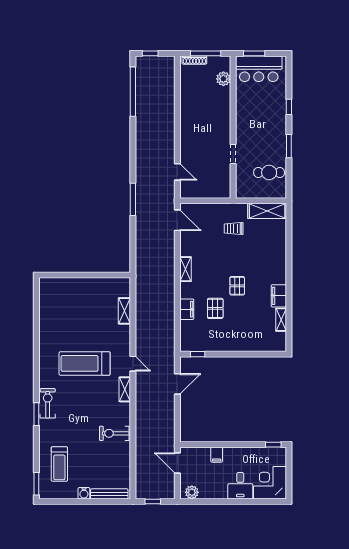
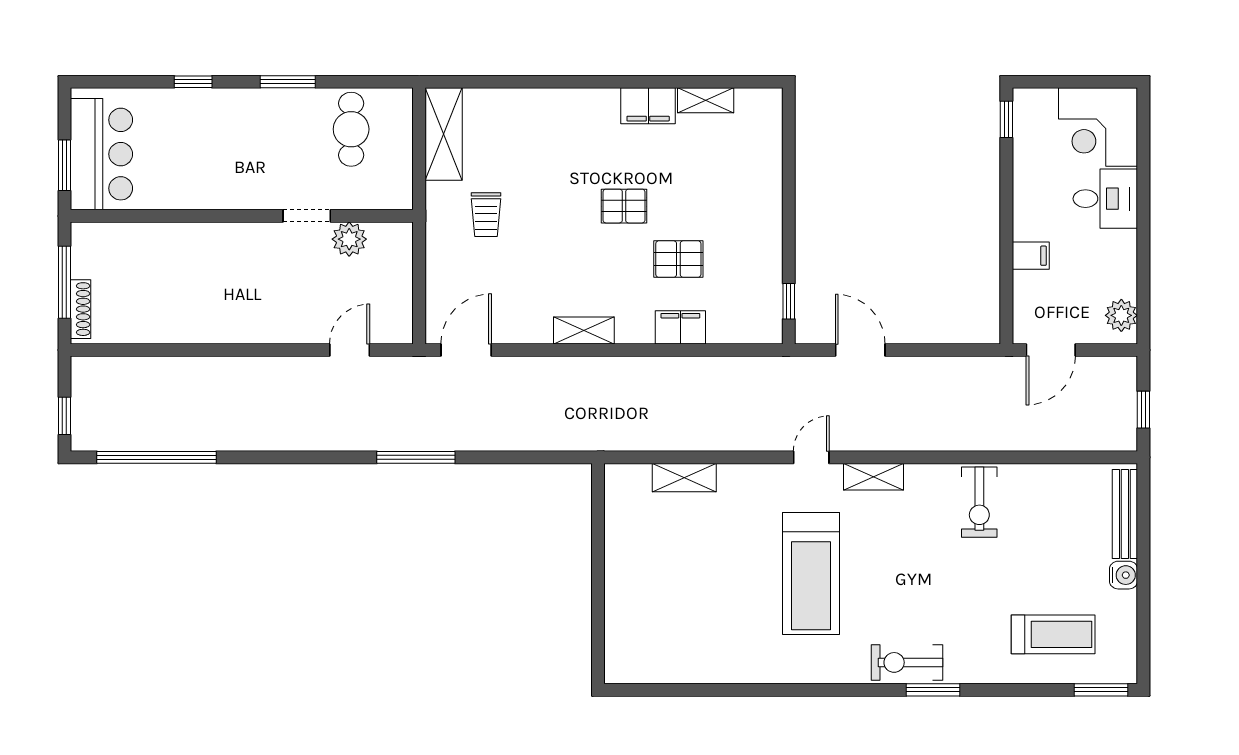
plant: (223, 79) -> (349, 239), moved

